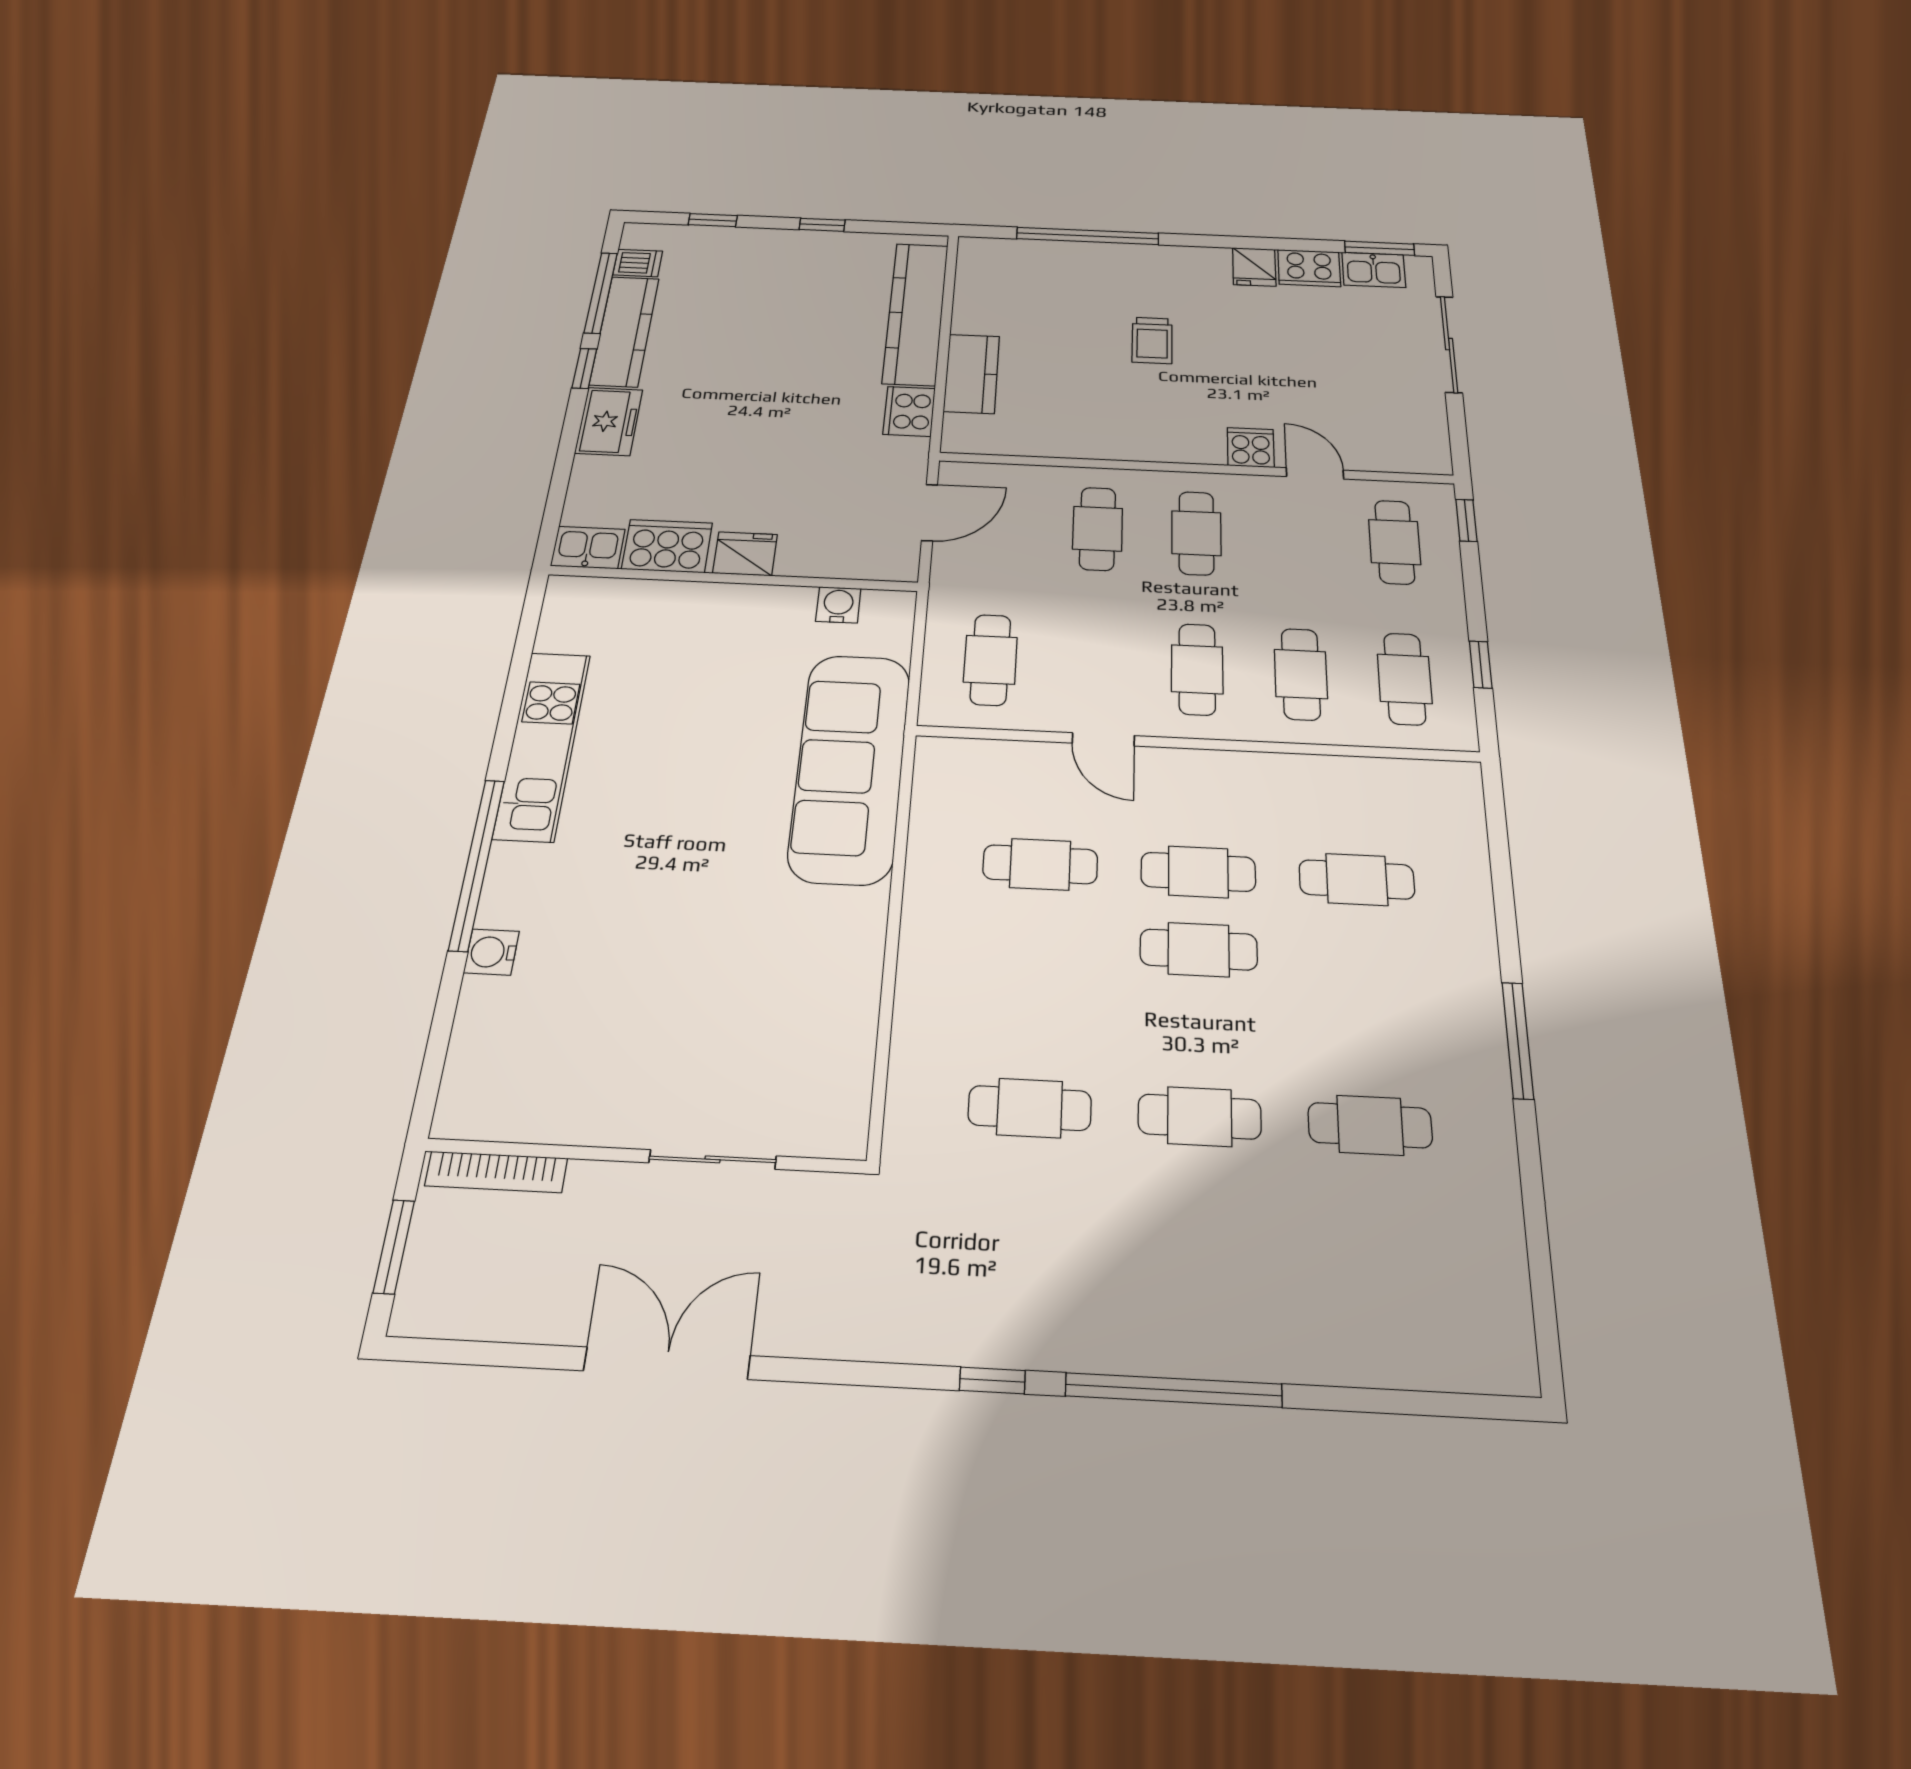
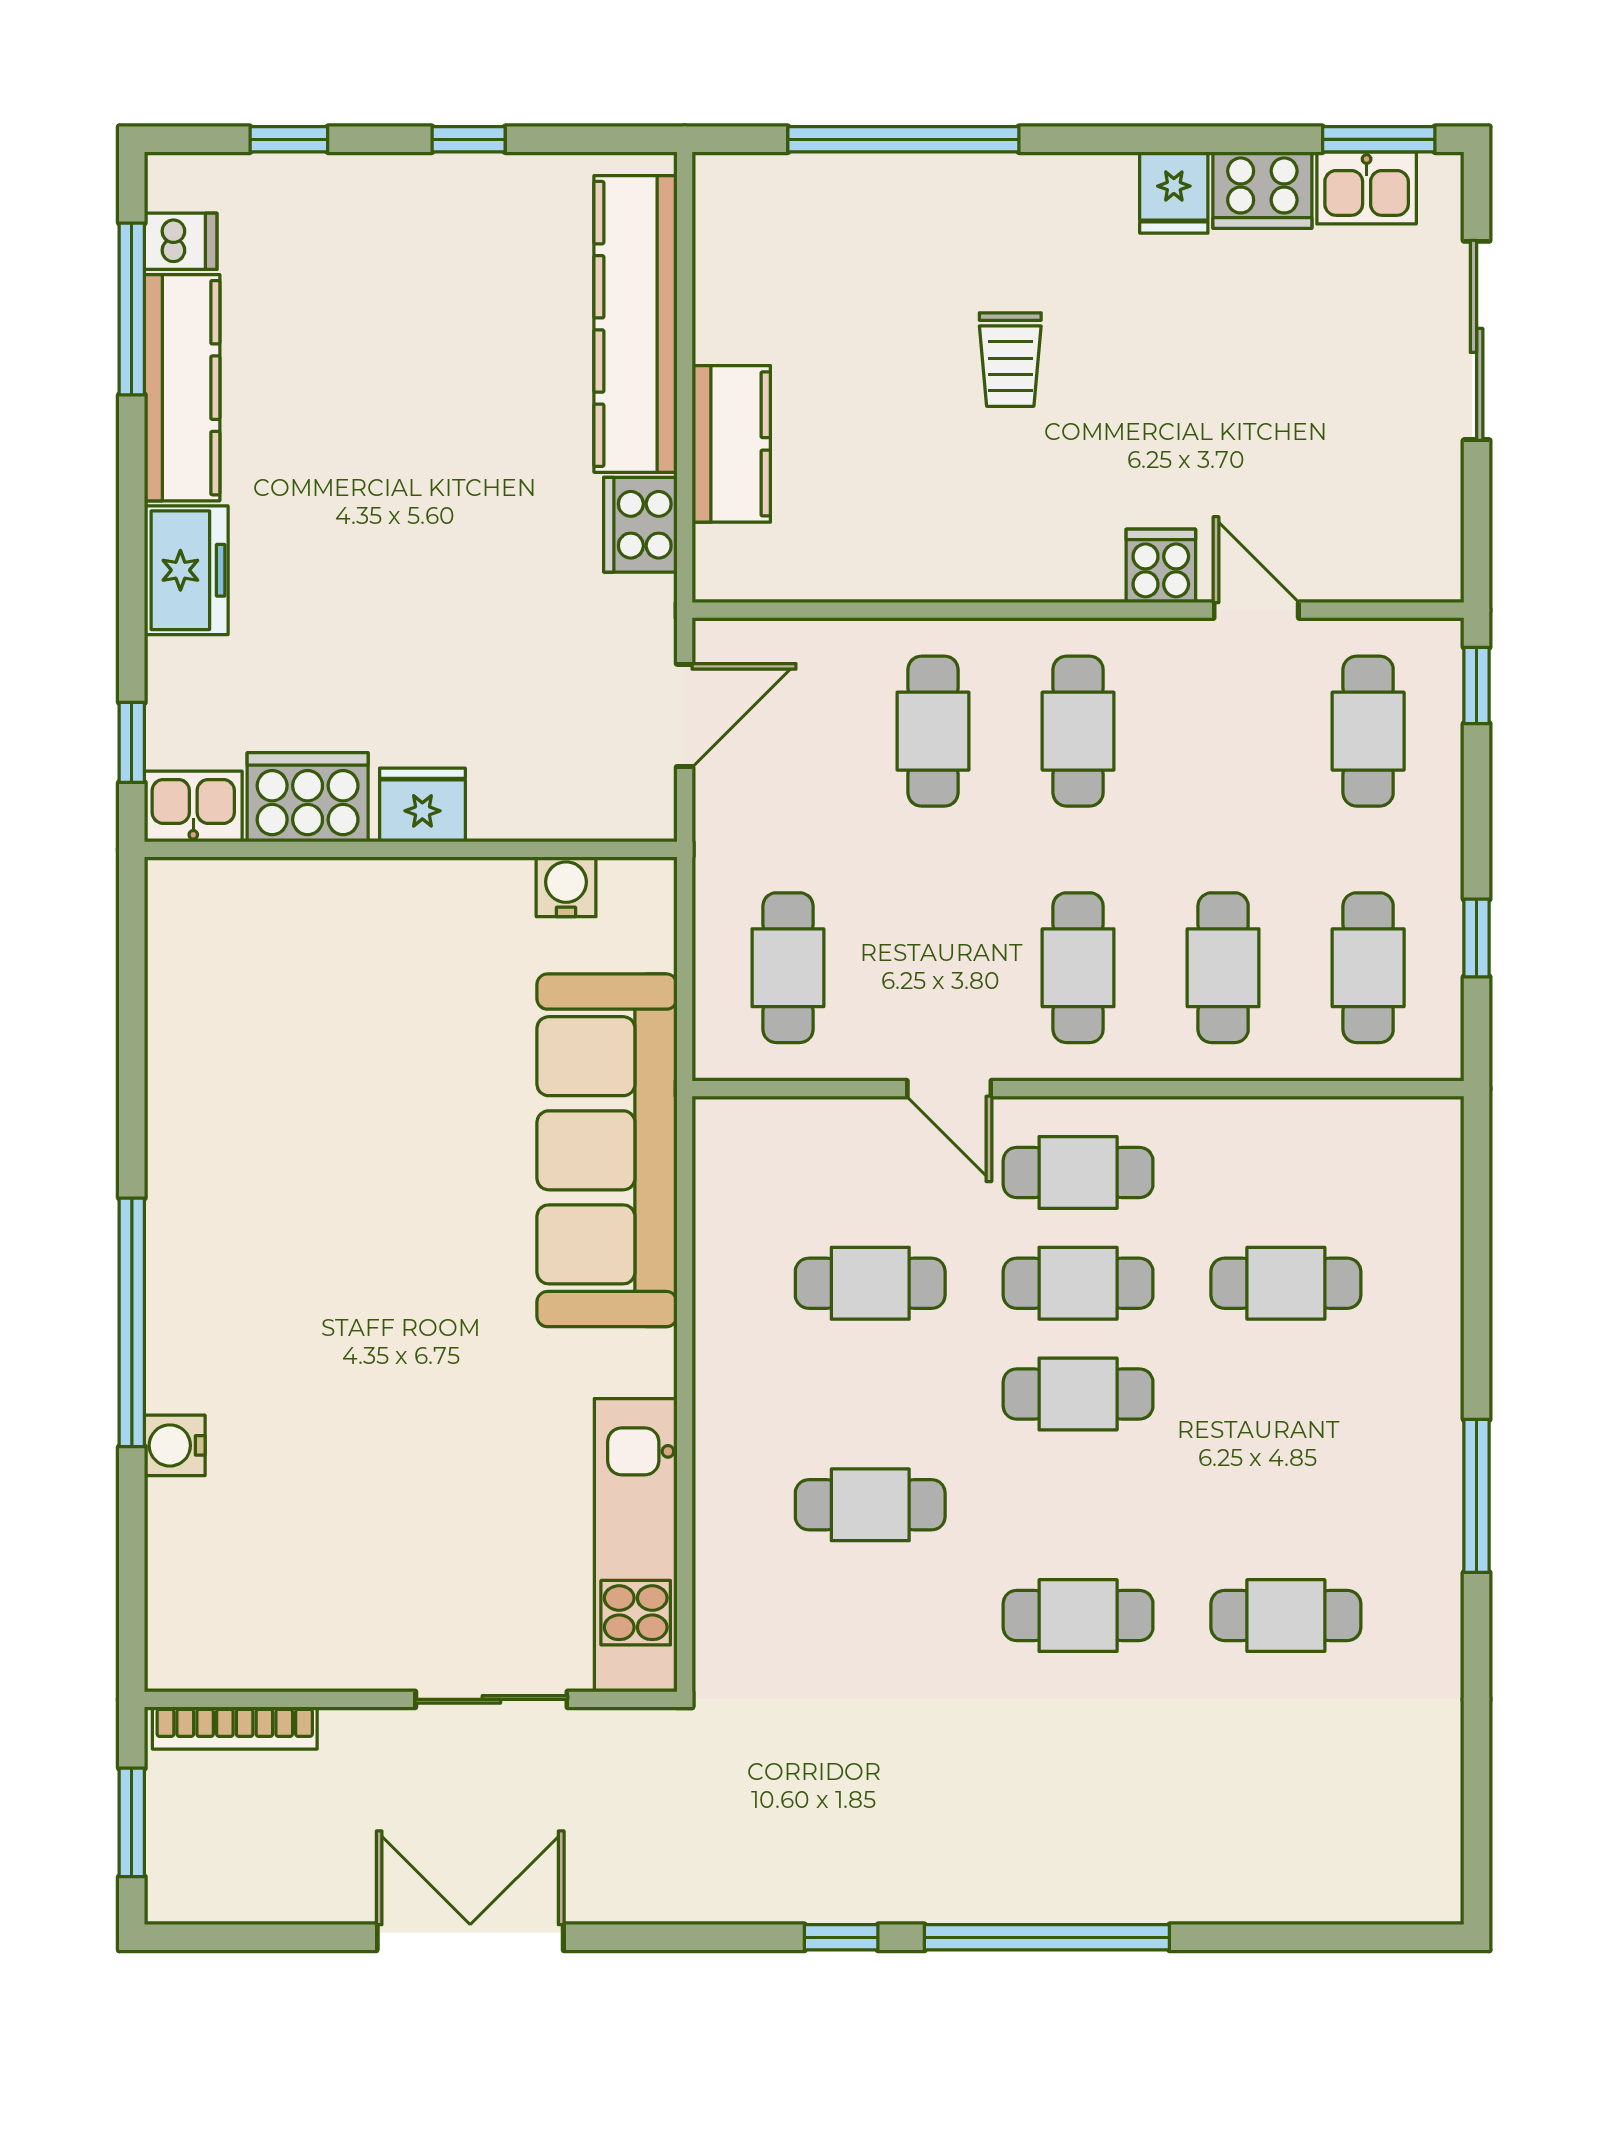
window: (584, 368) -> (132, 742), moved
kitchen unit: (542, 745) -> (636, 1545), moved, turned 180
cafe table: (1198, 798) -> (1078, 1173), added
cafe table: (1030, 1108) -> (870, 1505), moved

